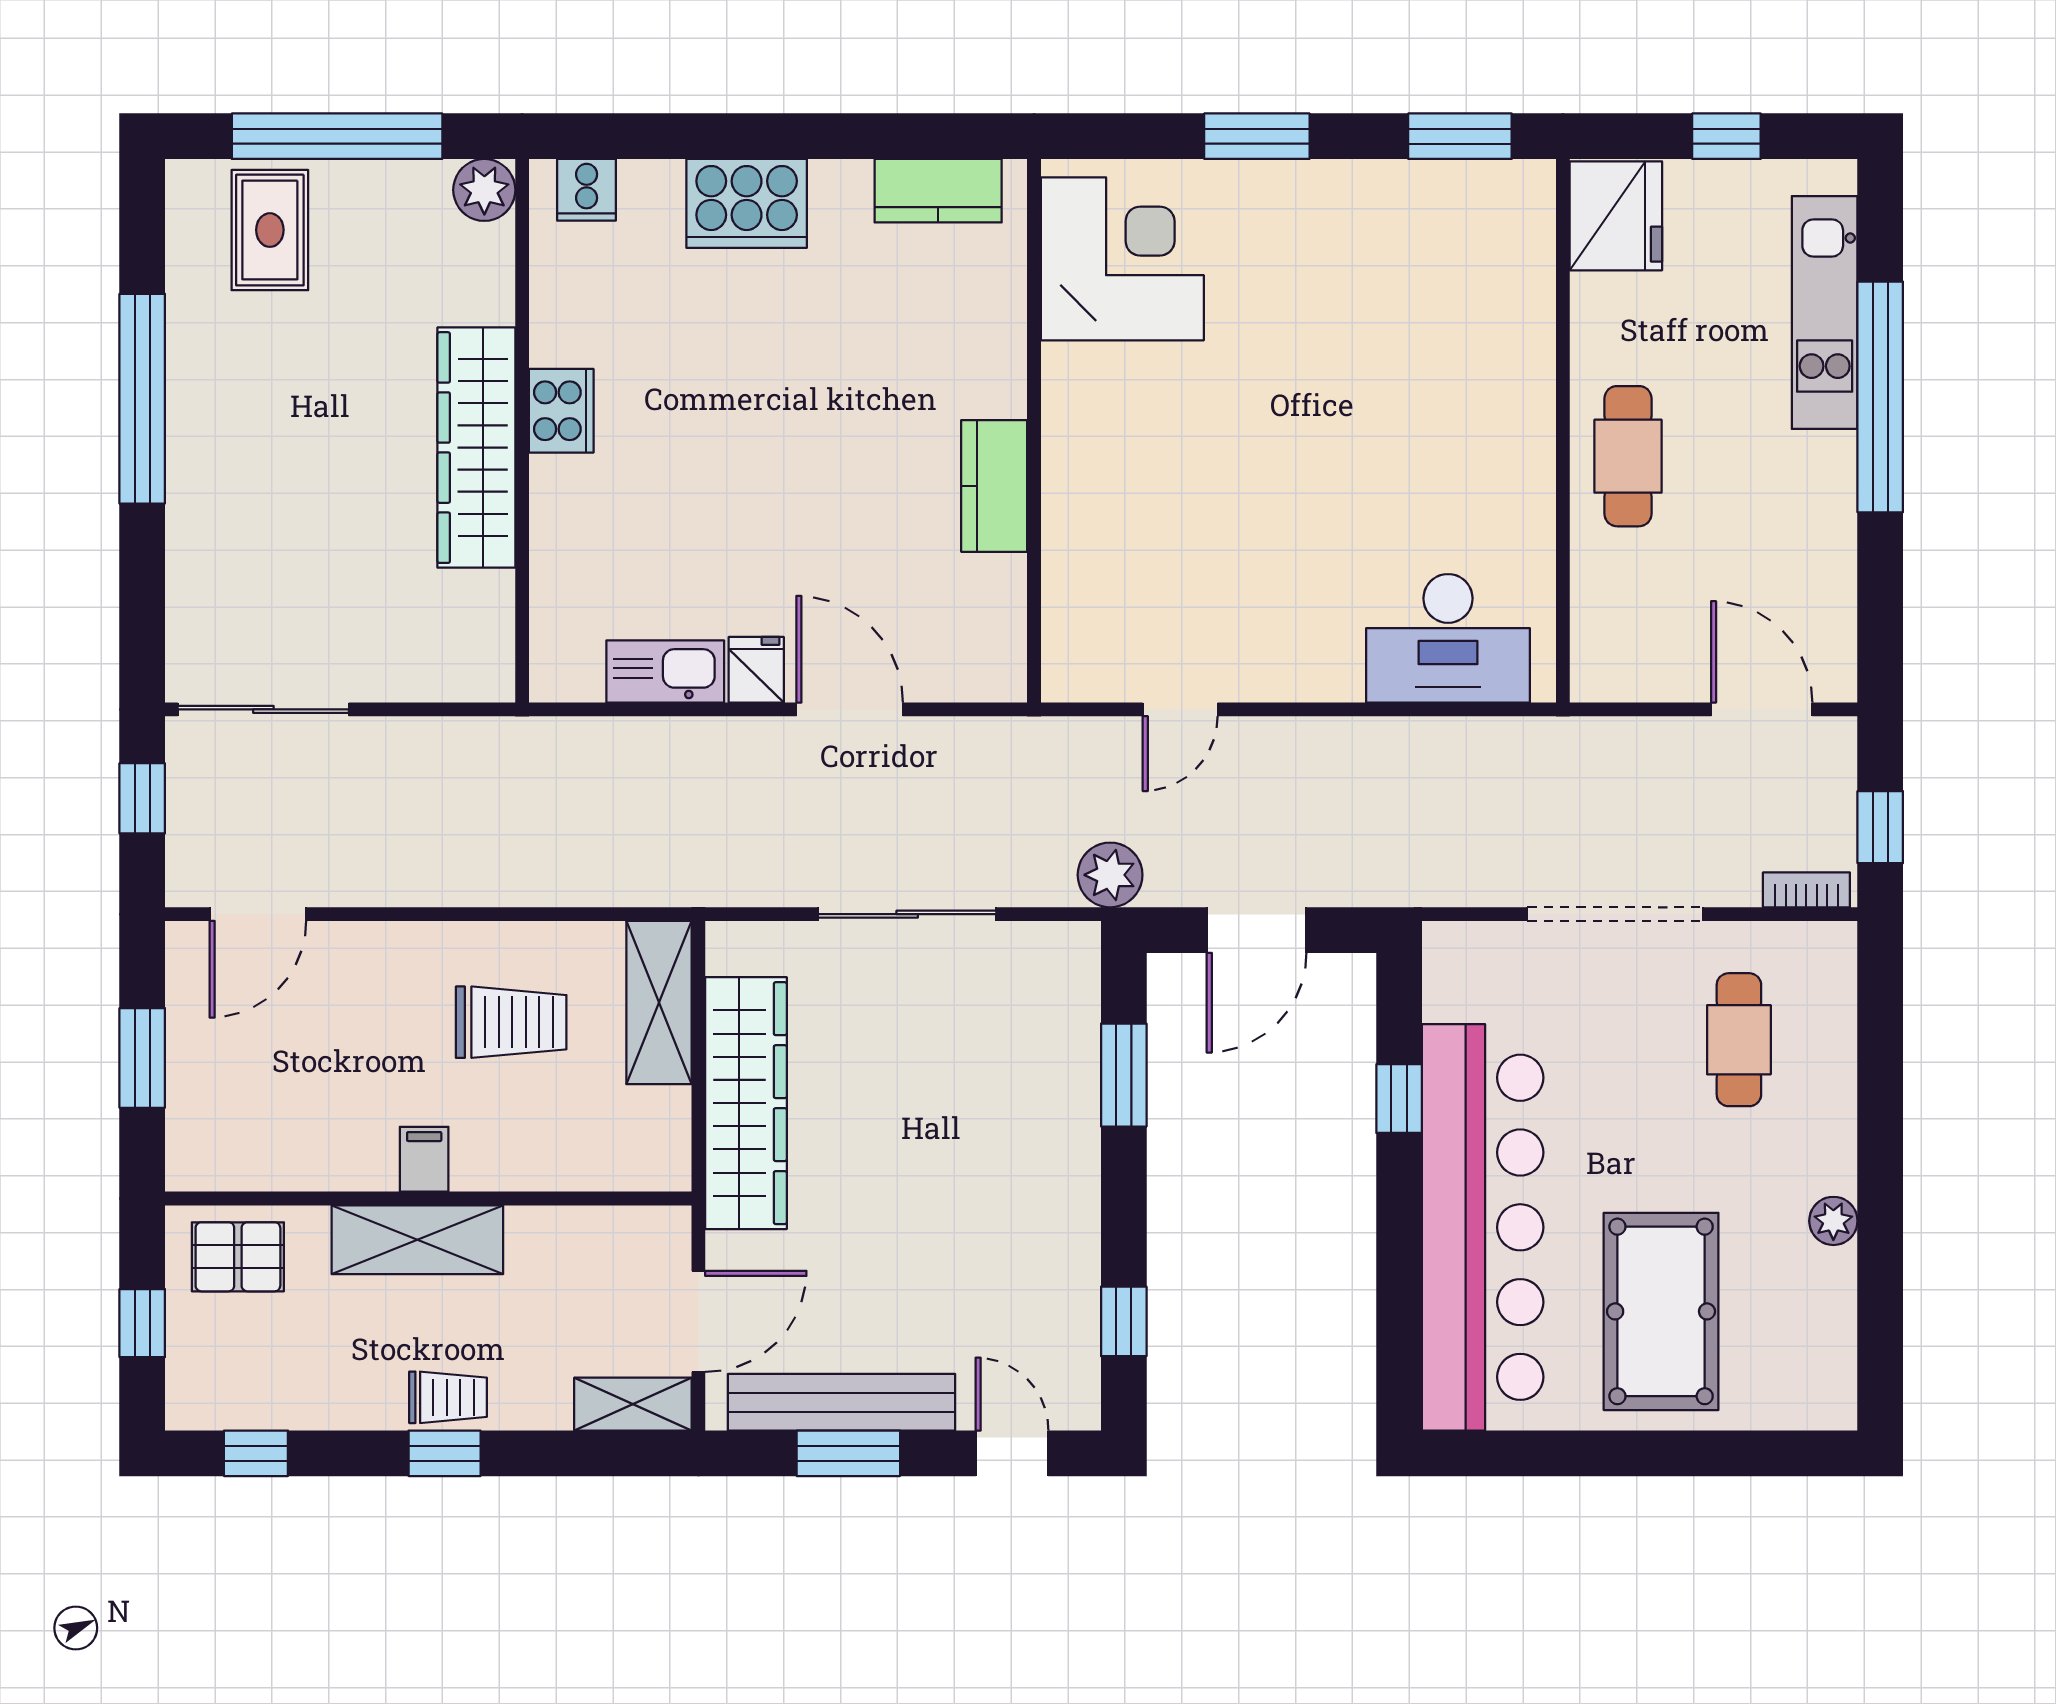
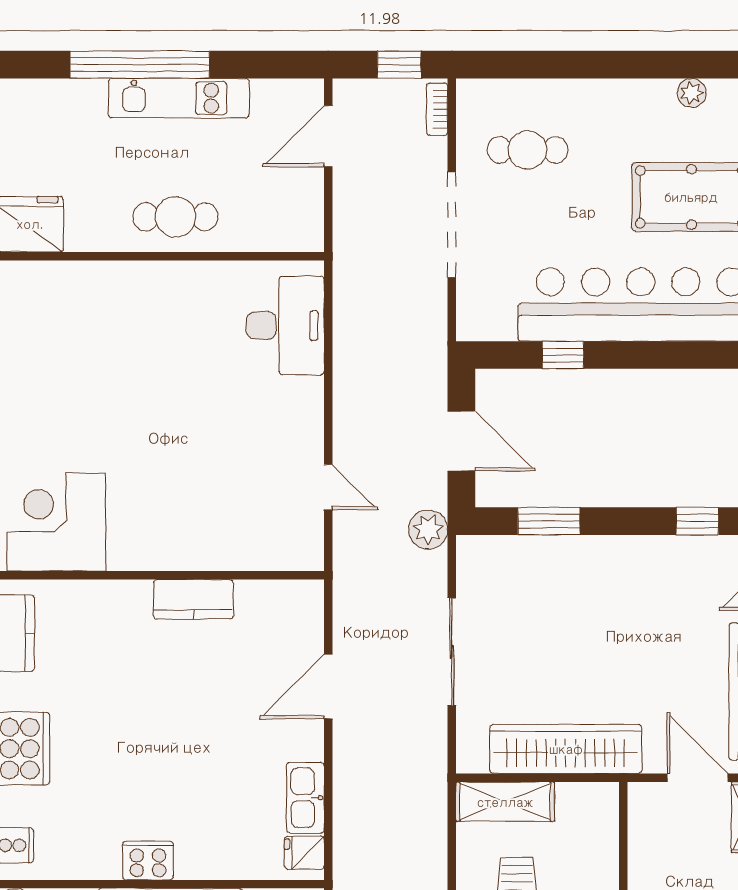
kitchen unit: (1825, 313) -> (179, 98), moved
fridge: (756, 670) -> (304, 853), moved
plant: (1833, 1221) -> (692, 93), moved

